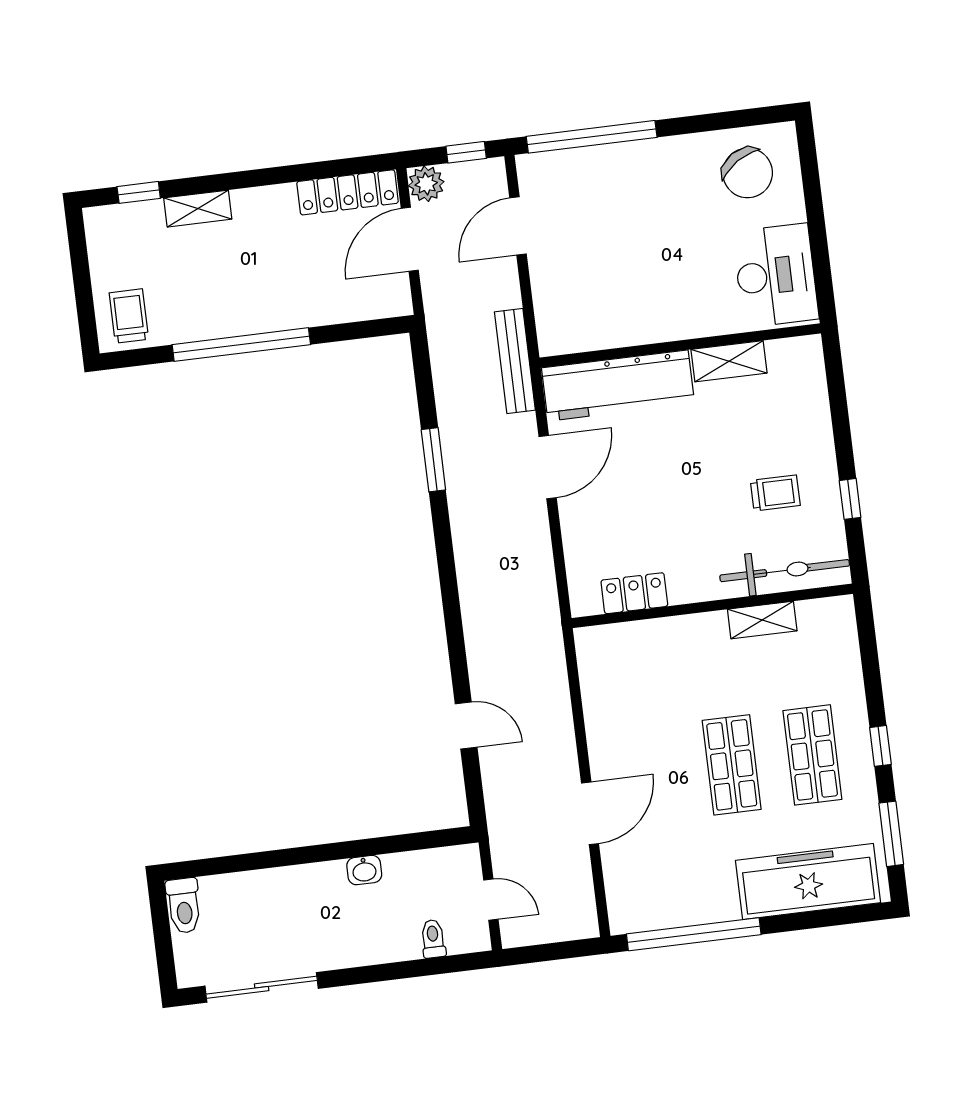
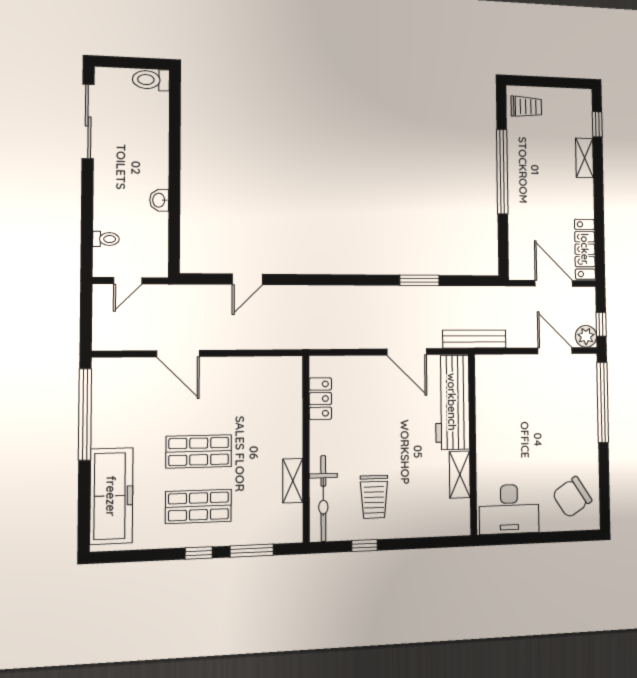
plant: (426, 184) -> (586, 336), moved
trolley: (775, 493) -> (374, 497), width x1.36, depth x1.39
window: (891, 834) -> (252, 551), moved

